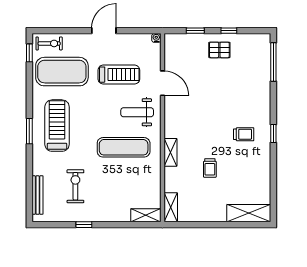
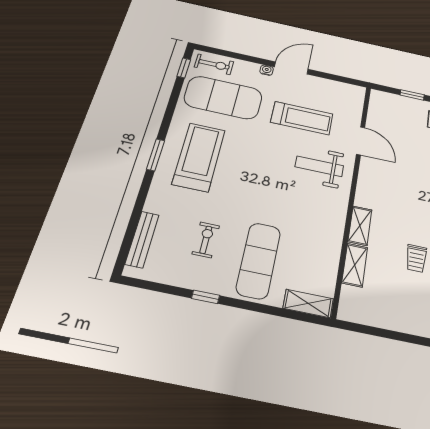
water cooler: (156, 38) -> (267, 70), moved
exercise mat: (124, 147) -> (259, 260), moved, turned 90
exercise bike: (75, 186) -> (206, 240), width x0.73, depth x0.72
shelving: (171, 207) -> (355, 265), moved

